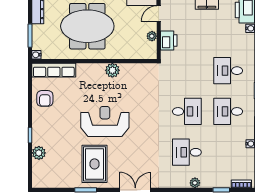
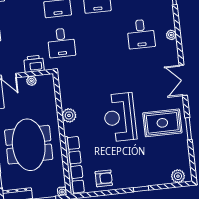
row of seats: (54, 70) -> (74, 165), width x1.36
desk: (187, 111) -> (61, 43), moved, turned 180
plant: (39, 153) -> (178, 176), moved
plant: (195, 183) -> (171, 35), moved

